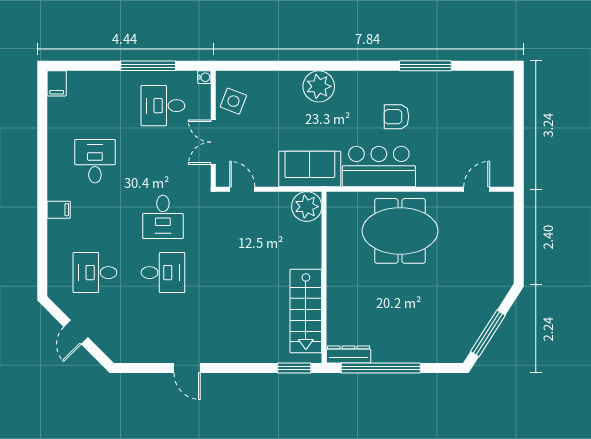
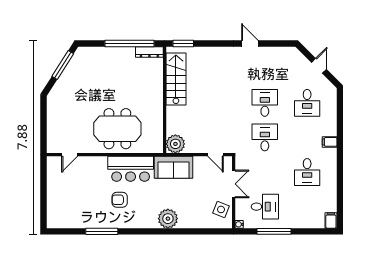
armchair: (396, 117) -> (120, 200), turned 180
desk: (95, 273) -> (307, 103), turned 90
desk: (163, 273) -> (265, 103), turned 90

